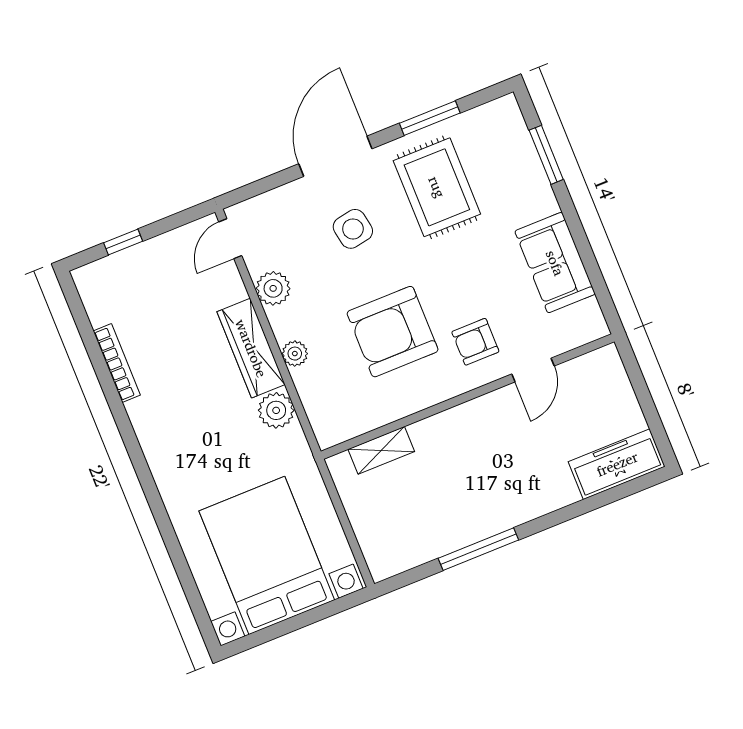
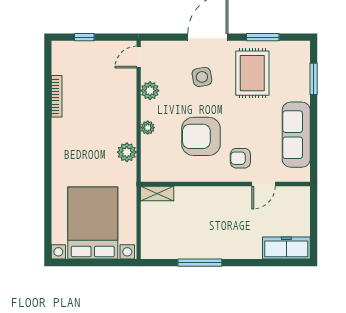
sofa: (555, 263) -> (296, 135), width x1.36
wardrobe: (251, 348) -> (127, 116), removed
shelving: (381, 450) -> (157, 194), moved

